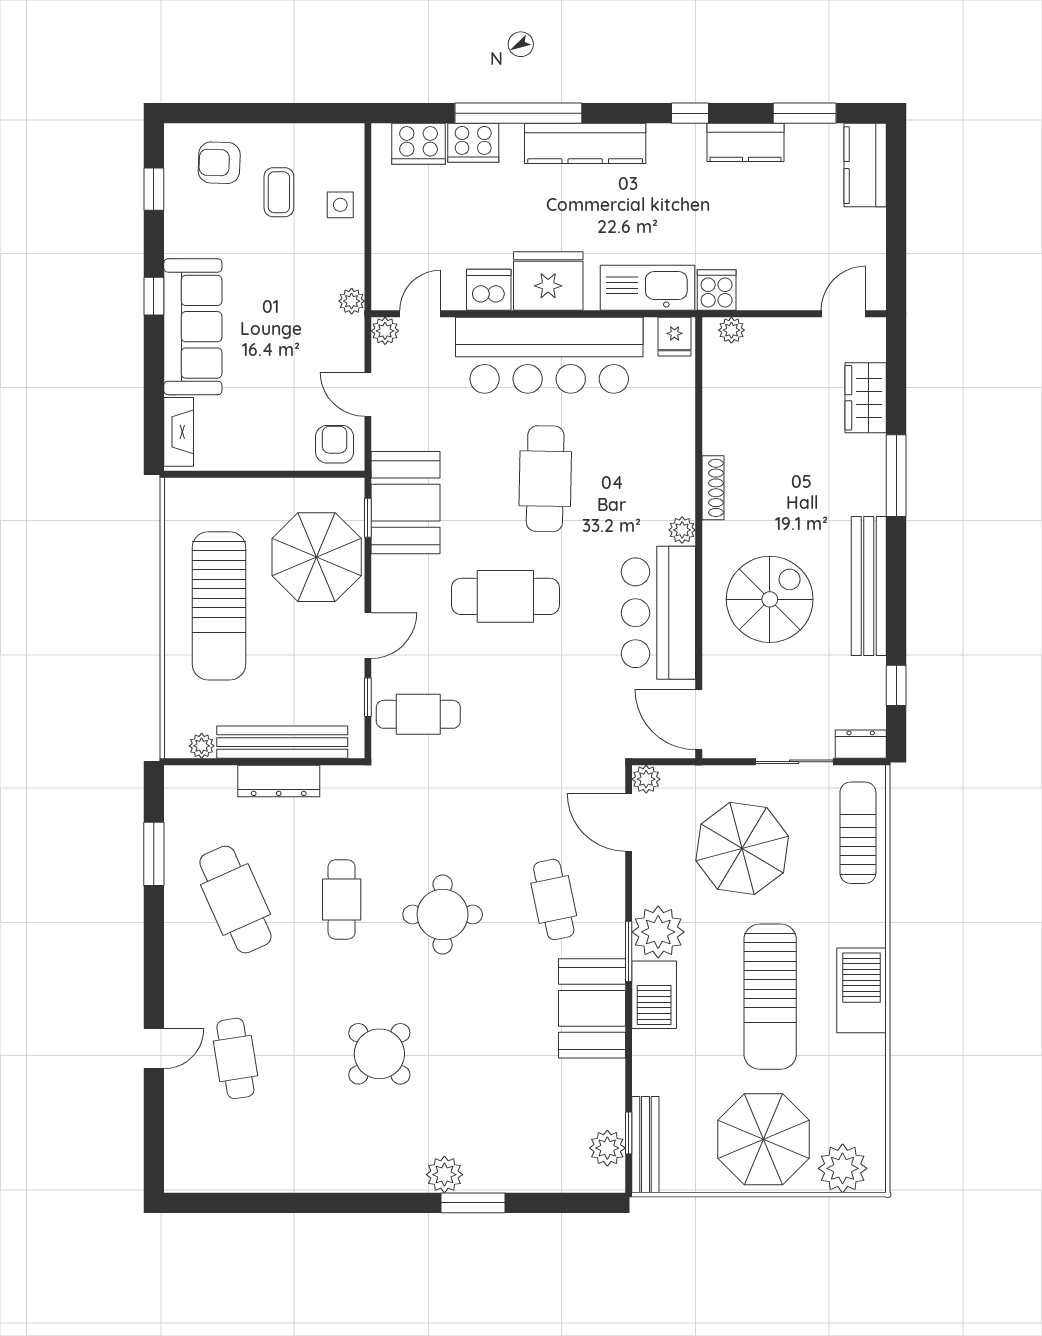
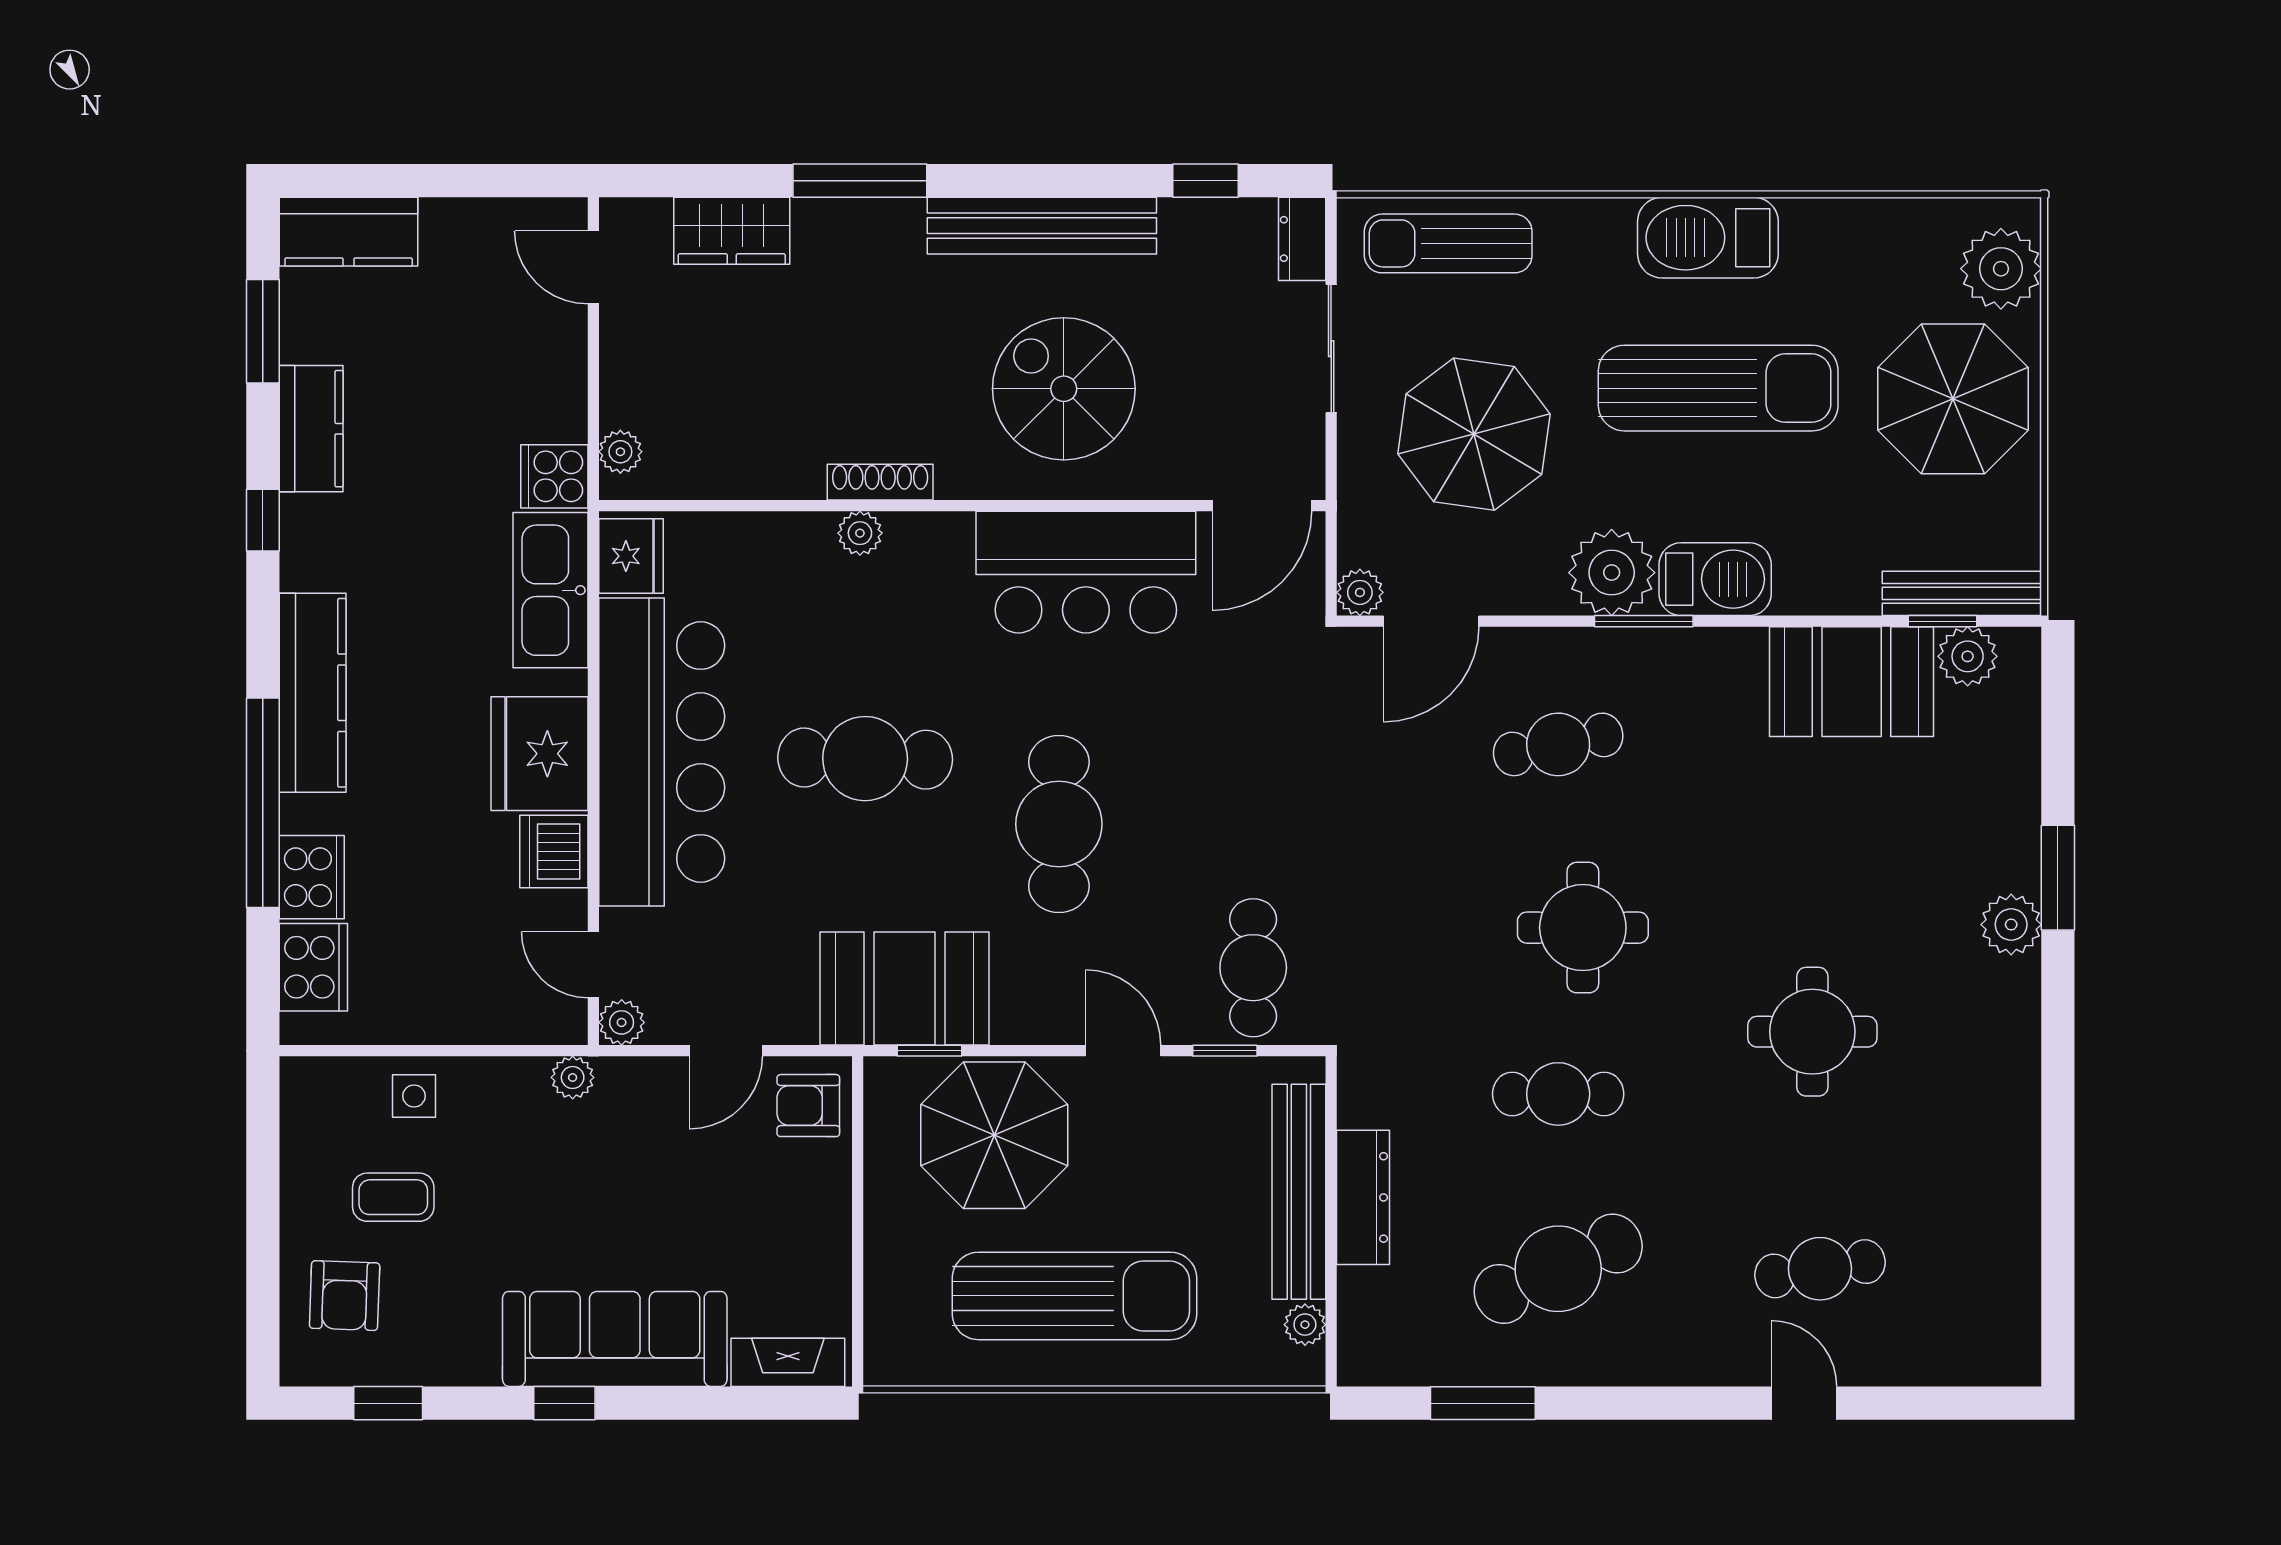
fridge: (674, 337) -> (631, 556), width x1.38
plant: (682, 530) -> (860, 533), moved
booth: (592, 1008) -> (1852, 682), moved
round table: (379, 1054) -> (1812, 1032), turned 45

